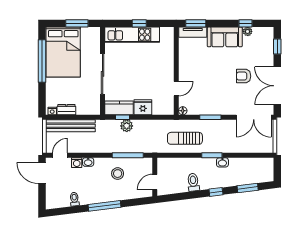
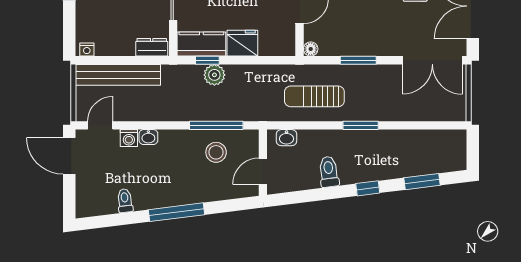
dresser: (66, 110) -> (152, 47), moved
washbasin: (222, 162) -> (287, 138), moved
stool: (118, 174) -> (216, 152), moved

